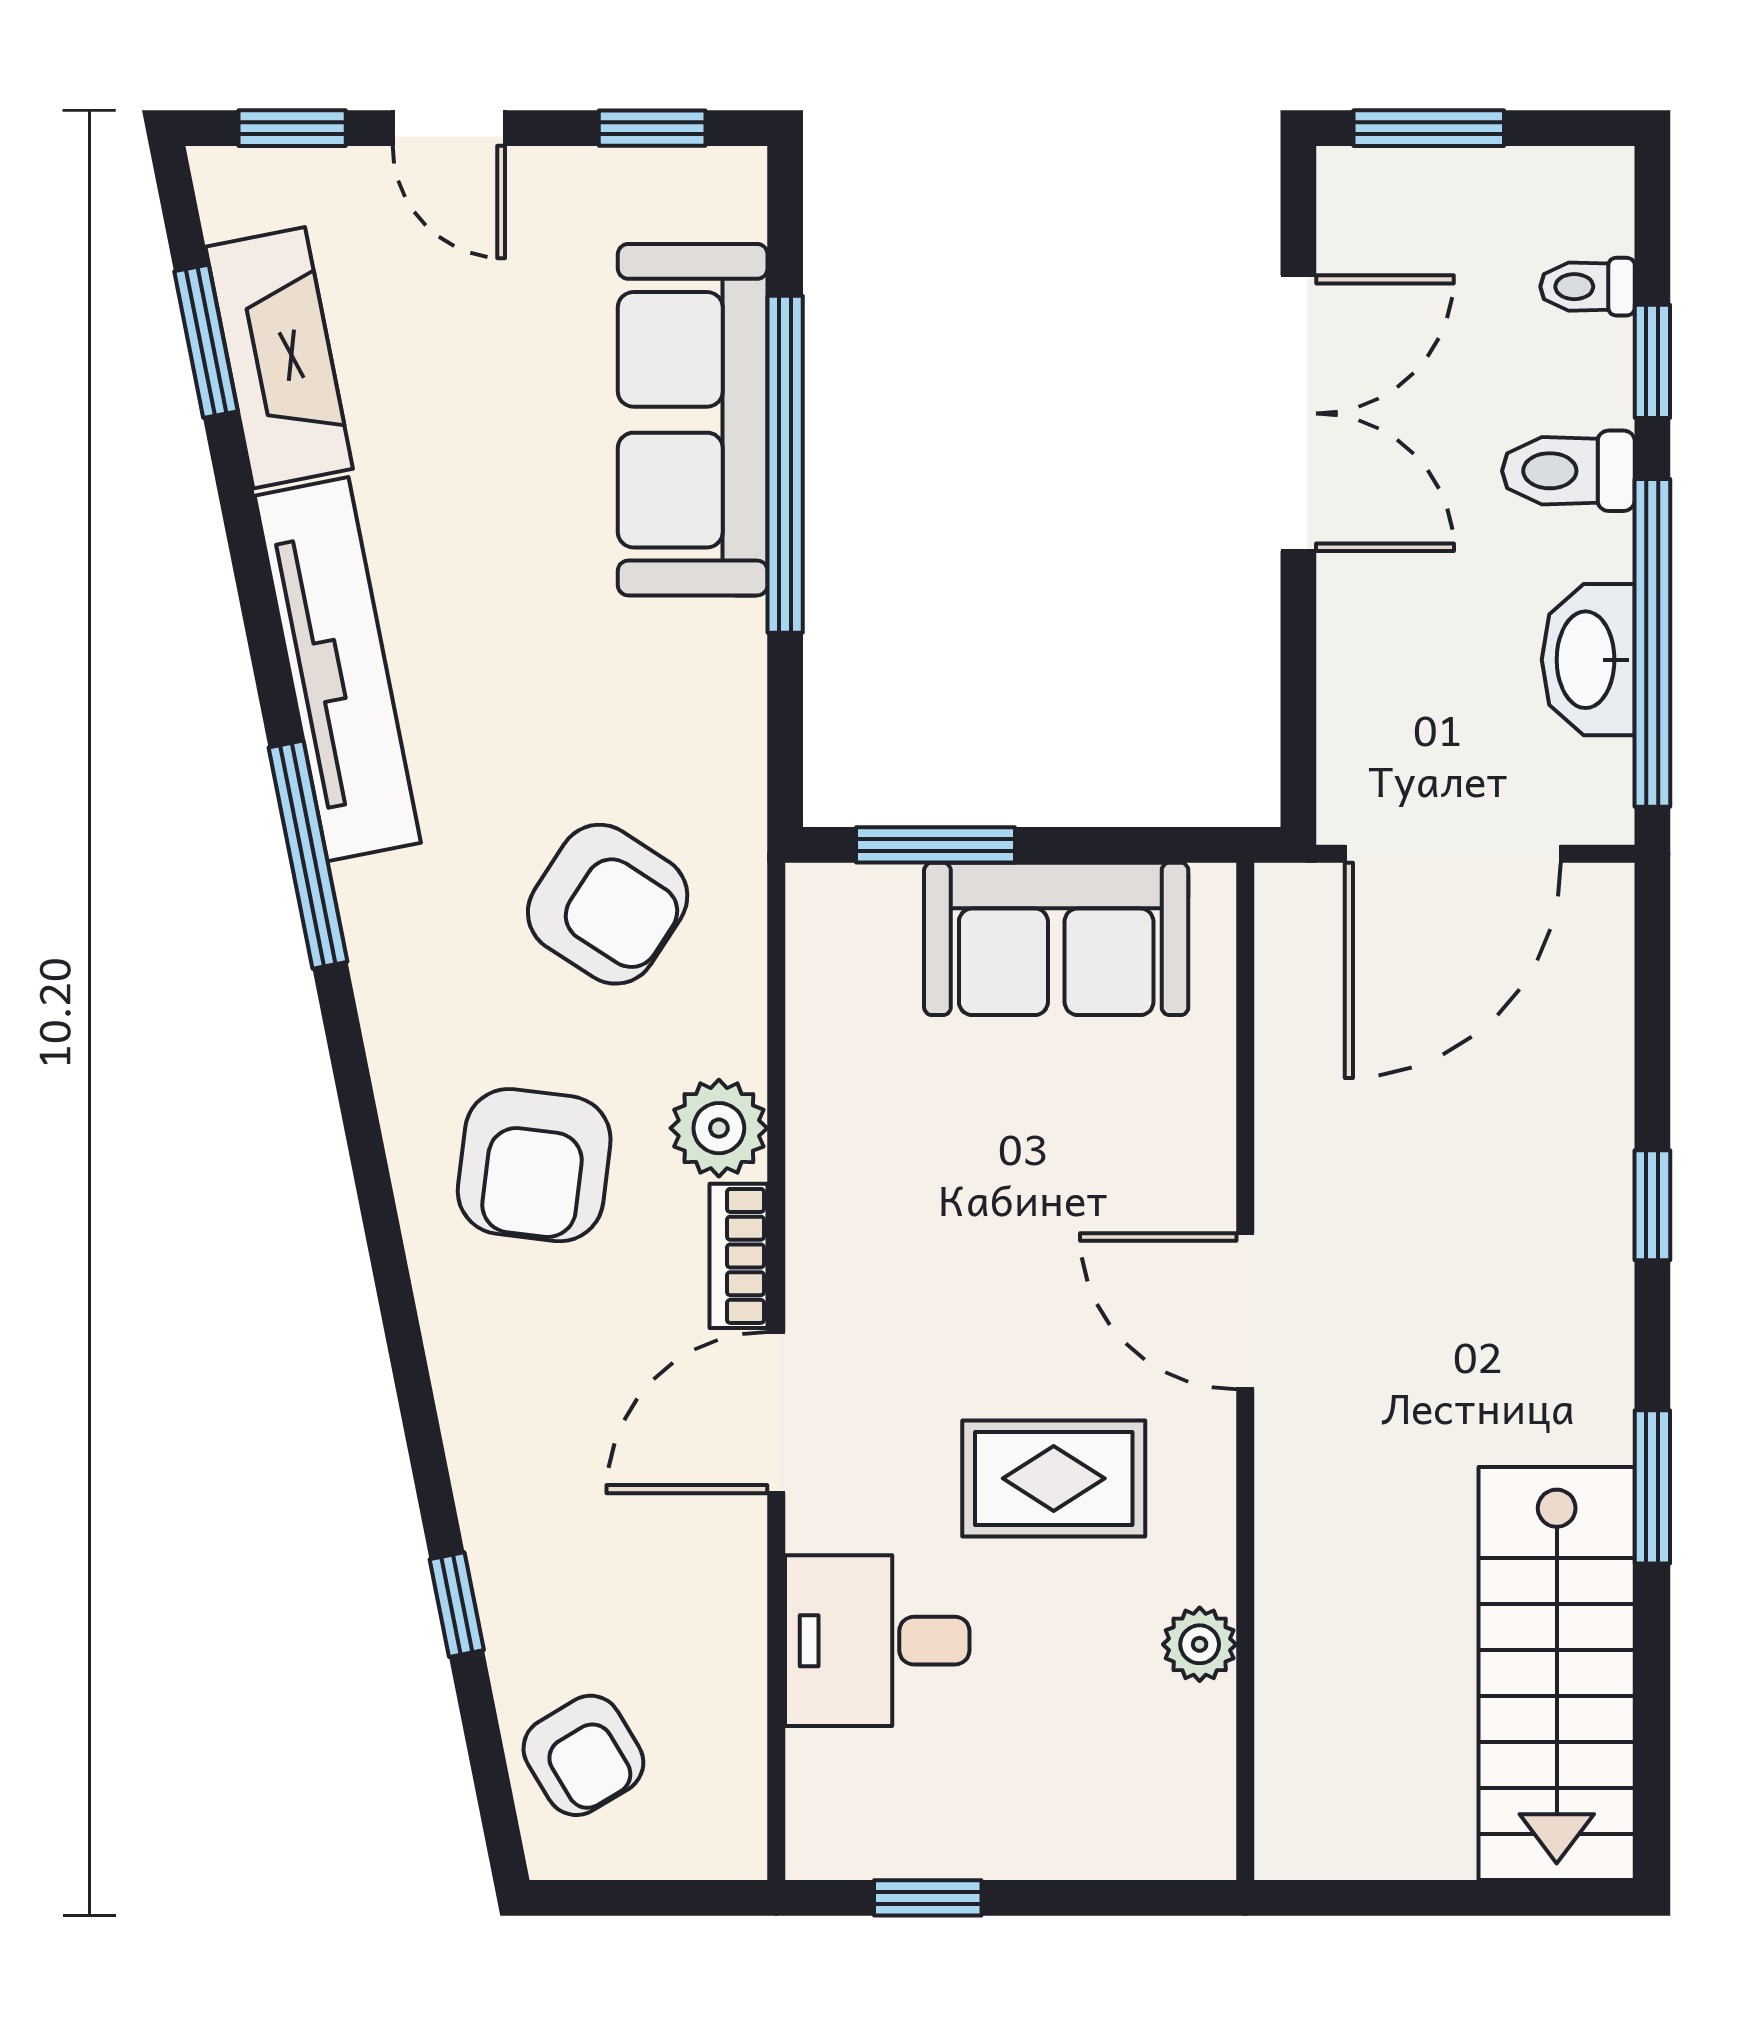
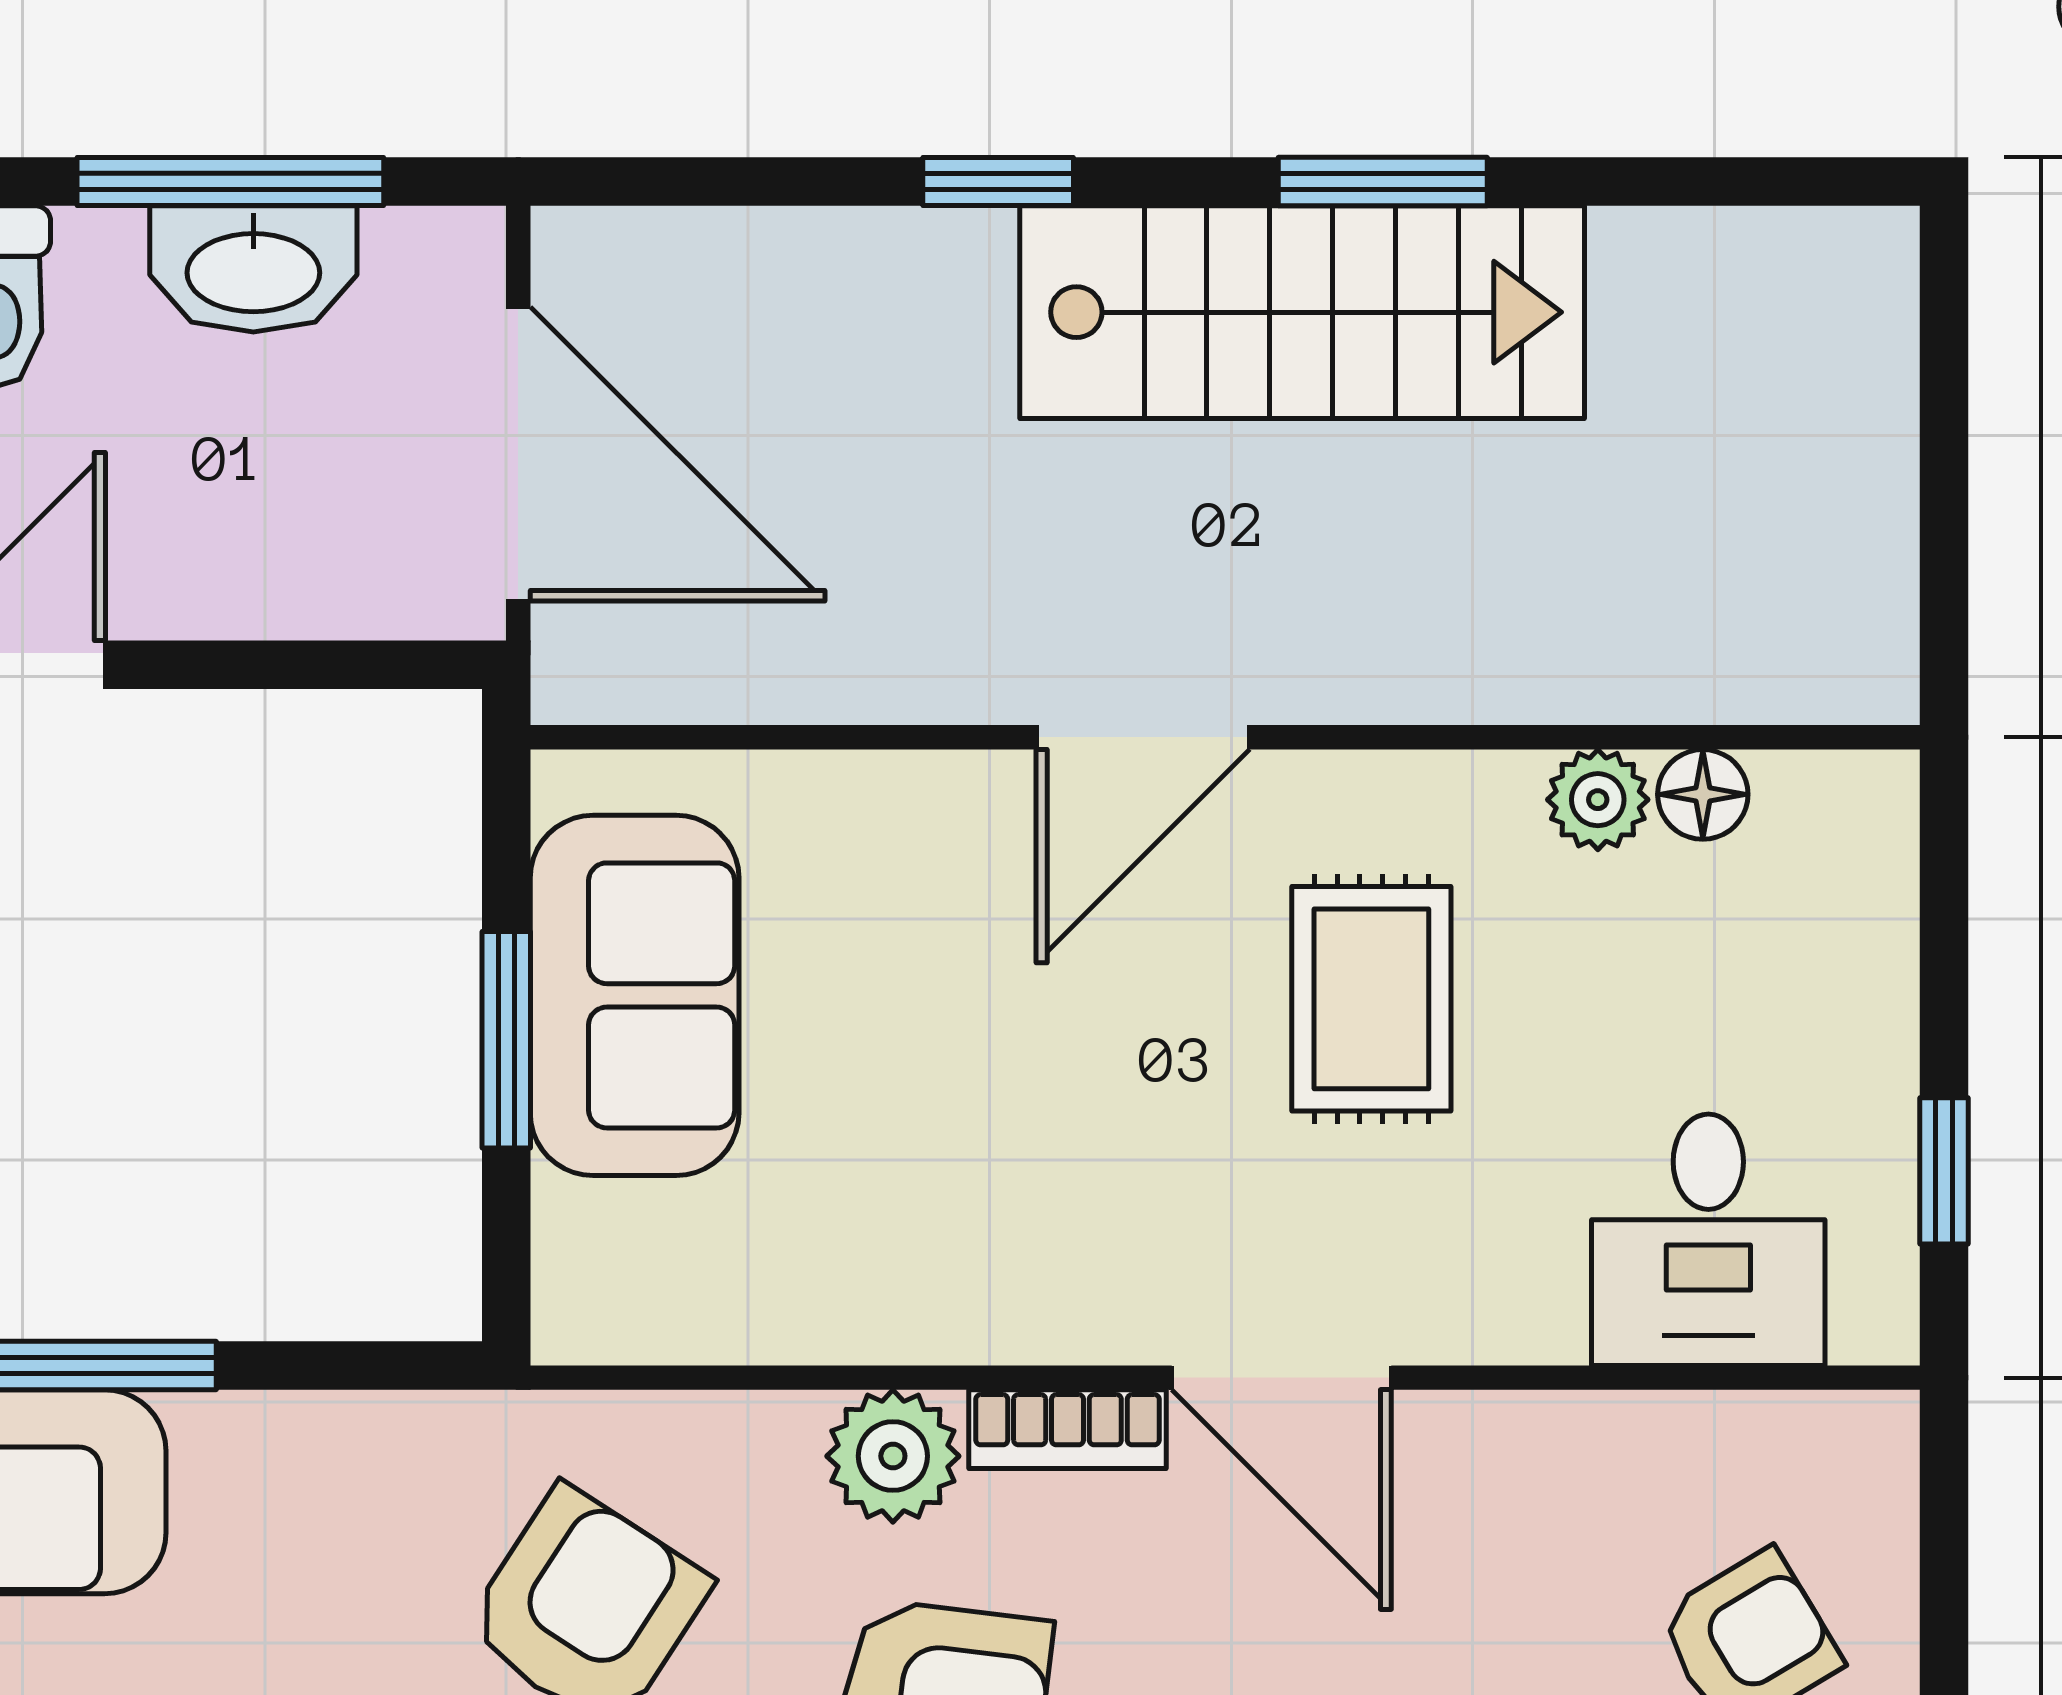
window: (1652, 643) -> (230, 181), width x0.68
window: (935, 845) -> (506, 1040), moved
desk: (877, 1641) -> (1708, 1240), moved
stairs: (1557, 1674) -> (1302, 312), moved
floor lamp: (1203, 1721) -> (1703, 794), added

